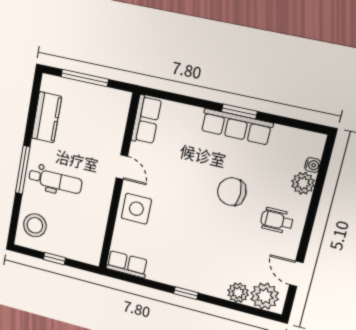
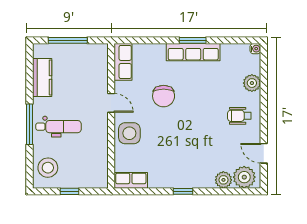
water cooler: (313, 165) -> (255, 49), moved
chair: (232, 192) -> (164, 96), moved, turned -90

